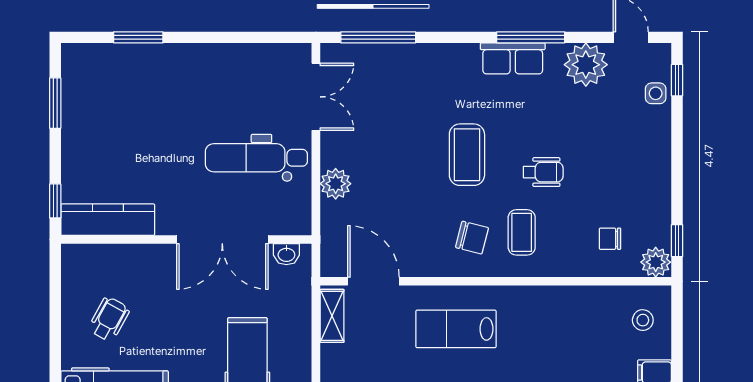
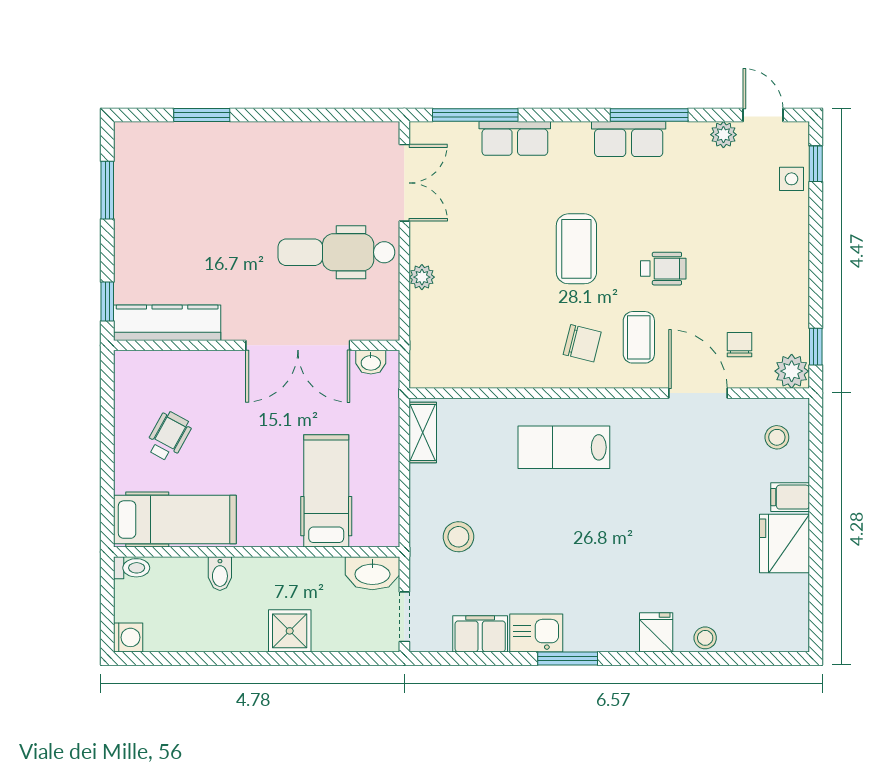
row of seats: (413, 58) -> (515, 138), added
plant: (586, 65) -> (723, 135), width x0.53, depth x0.53
plant: (336, 184) -> (422, 277), width x0.73, depth x0.73
chair: (610, 239) -> (740, 345), turned 90
door: (373, 281) -> (698, 393), moved

